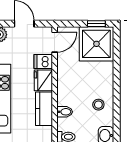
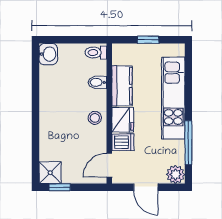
shower: (96, 44) -> (50, 173), width x0.54, depth x0.54
stool: (98, 105) -> (95, 118), moved

